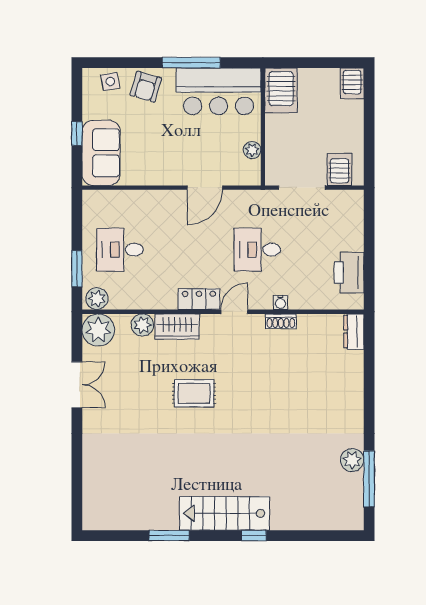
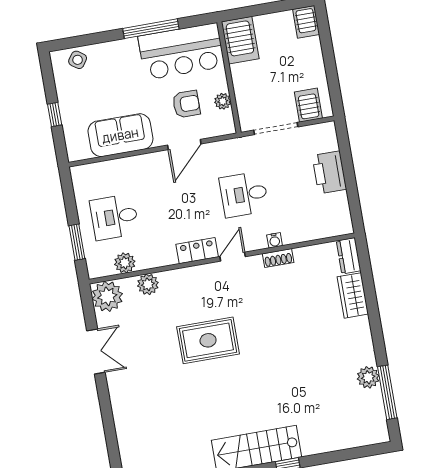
side table: (110, 81) -> (78, 60), turned 45
armchair: (146, 87) -> (186, 104), moved, turned -106
sofa: (101, 153) -> (120, 135), moved, turned -90
printer: (349, 273) -> (329, 172), moved
plant: (97, 299) -> (125, 263), moved
wardrobe: (177, 327) -> (353, 295), moved, turned 90
rug: (194, 393) -> (208, 340), width x1.36, depth x1.43

